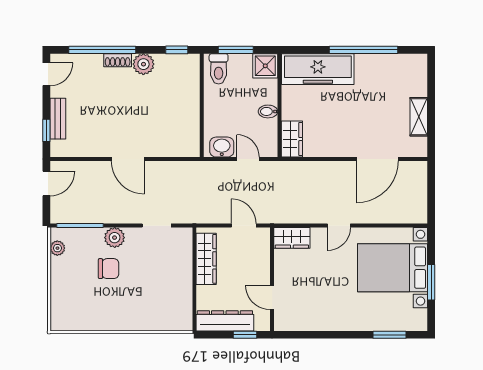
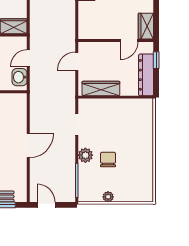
wardrobe: (292, 238) -> (146, 26), moved, turned 180
plant: (57, 248) -> (108, 197), moved

